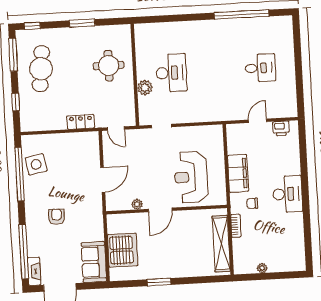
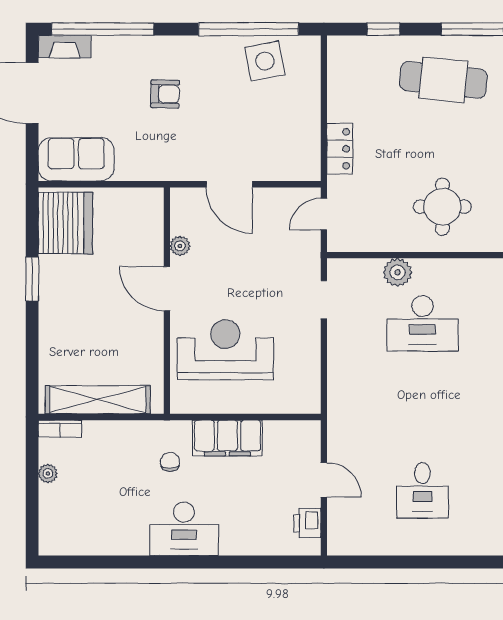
bookcase: (236, 226) -> (60, 429), moved
server rack: (123, 250) -> (65, 223), moved, turned -90

